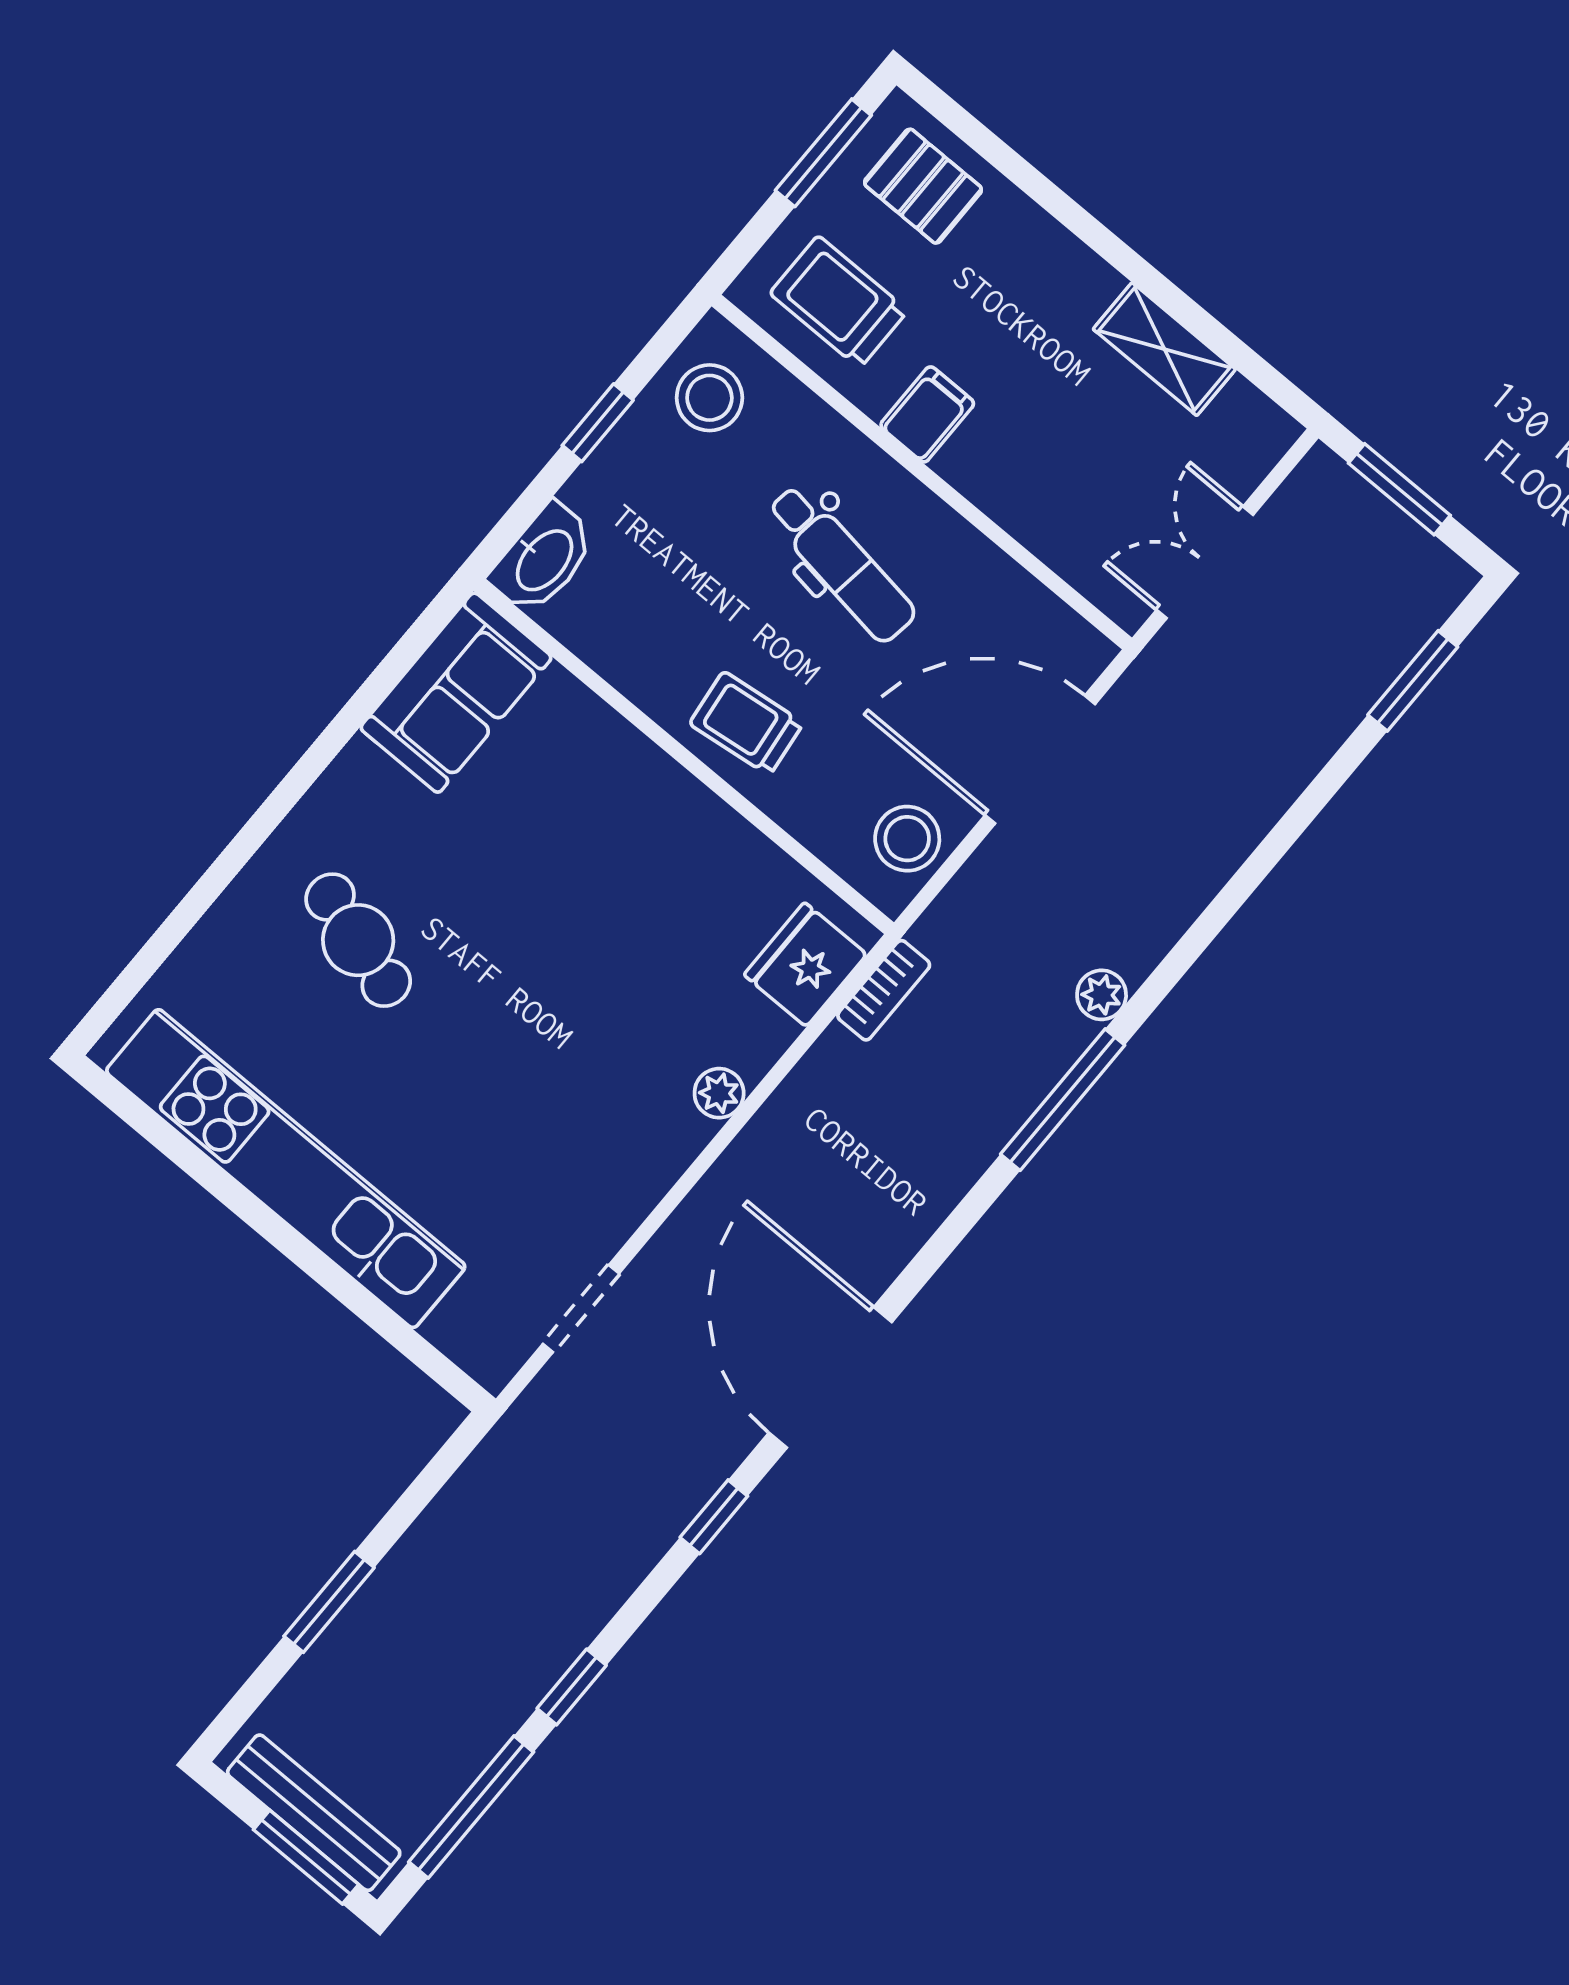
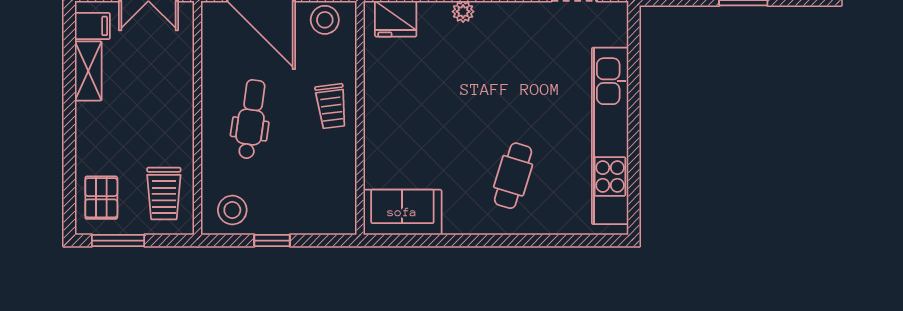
filing cabinet: (927, 414) -> (92, 26), moved, turned 180
washbasin: (543, 559) -> (333, 221), removed

